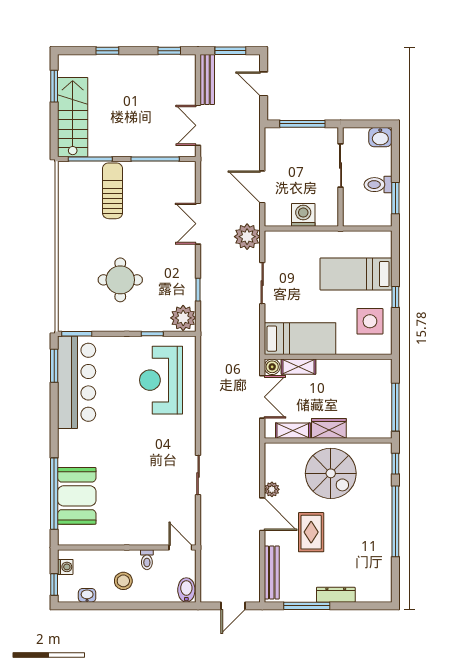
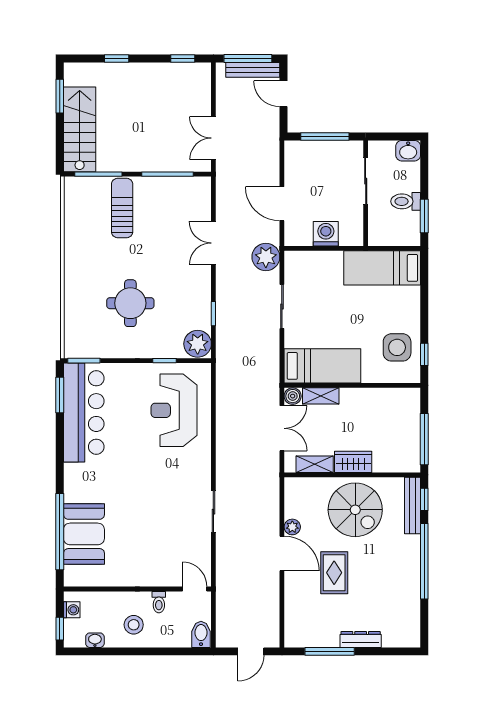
window: (230, 51) -> (248, 58), width x1.44
bench: (207, 80) -> (253, 70), moved, turned 90
bed: (356, 274) -> (382, 268), moved
window: (395, 297) -> (424, 354), moved
bench: (272, 573) -> (413, 506), moved

